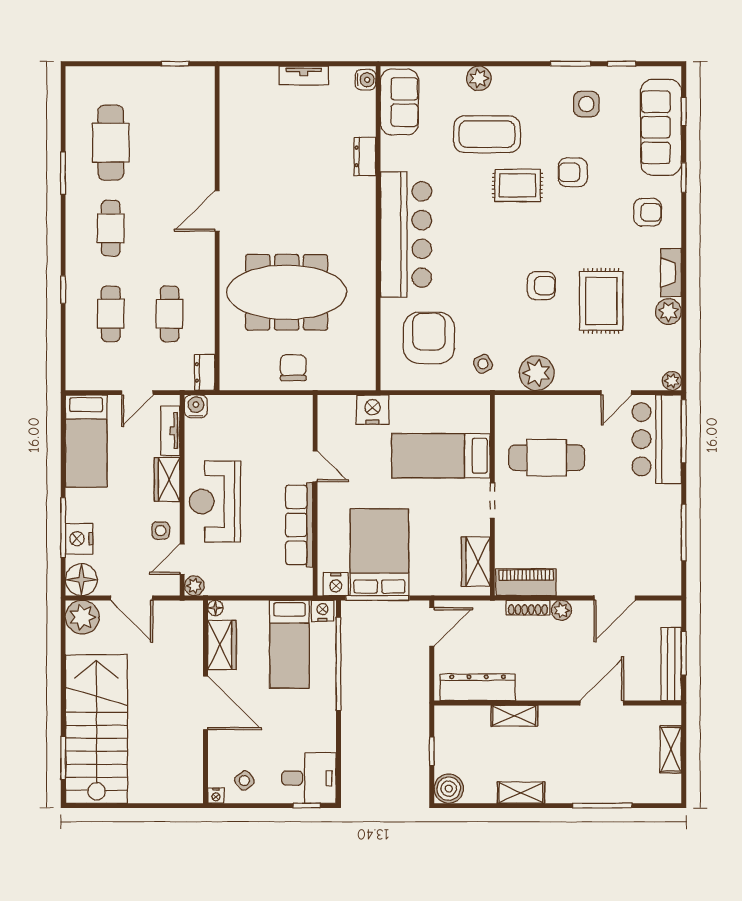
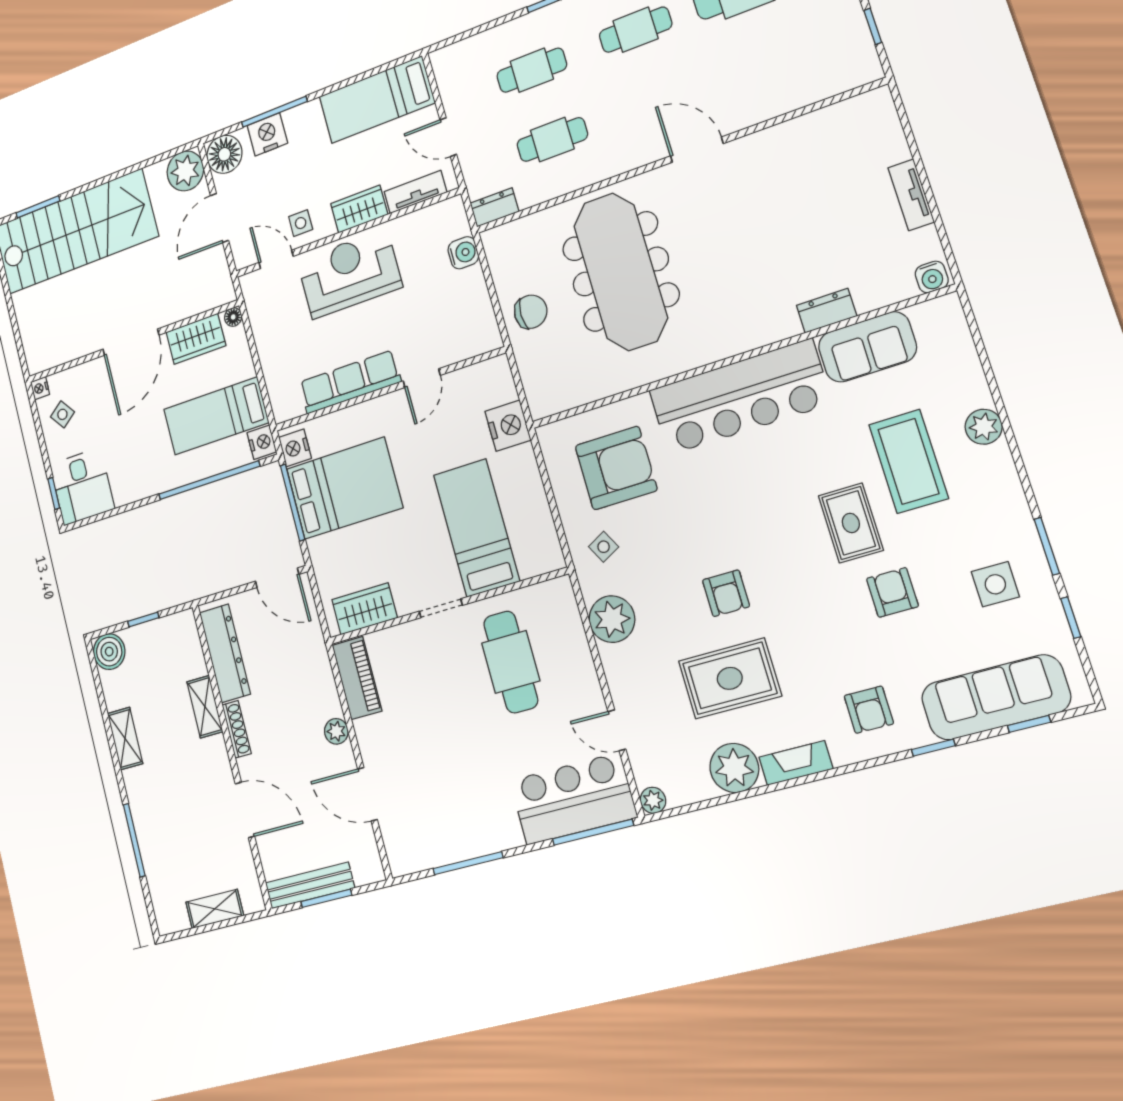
sofa: (399, 102) -> (867, 347), moved
plant: (668, 312) -> (734, 768), width x1.36, depth x1.36
water cooler: (196, 406) -> (463, 253), moved
plant: (194, 586) -> (251, 284), removed
shoe rack: (528, 608) -> (237, 729), moved, turned 180

